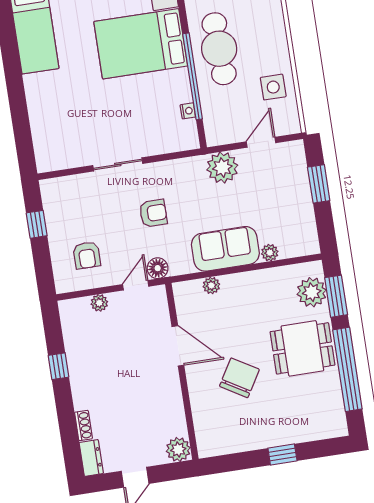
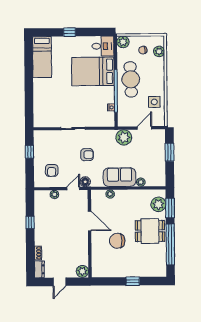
chair: (239, 378) -> (117, 241), turned -121

